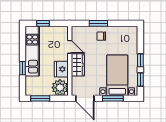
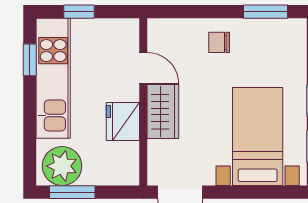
window: (98, 23) -> (266, 12), moved
window: (23, 68) -> (30, 60), moved
plant: (60, 88) -> (62, 166), moved
window: (113, 98) -> (247, 192), removed

